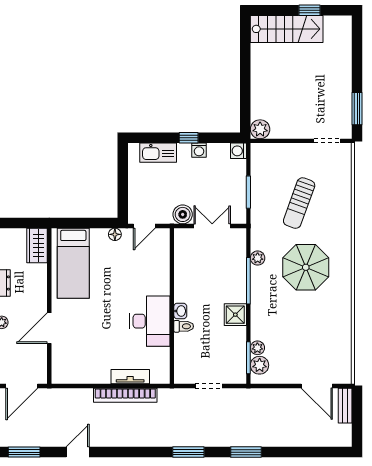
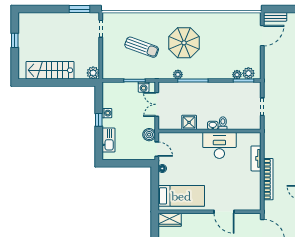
stairs: (287, 29) -> (50, 70), moved, turned -90
washing machine: (239, 151) -> (144, 87), moved
boiler: (183, 214) -> (149, 135), moved
shower: (235, 315) -> (189, 122), moved
bookcase: (125, 395) -> (268, 179), moved

